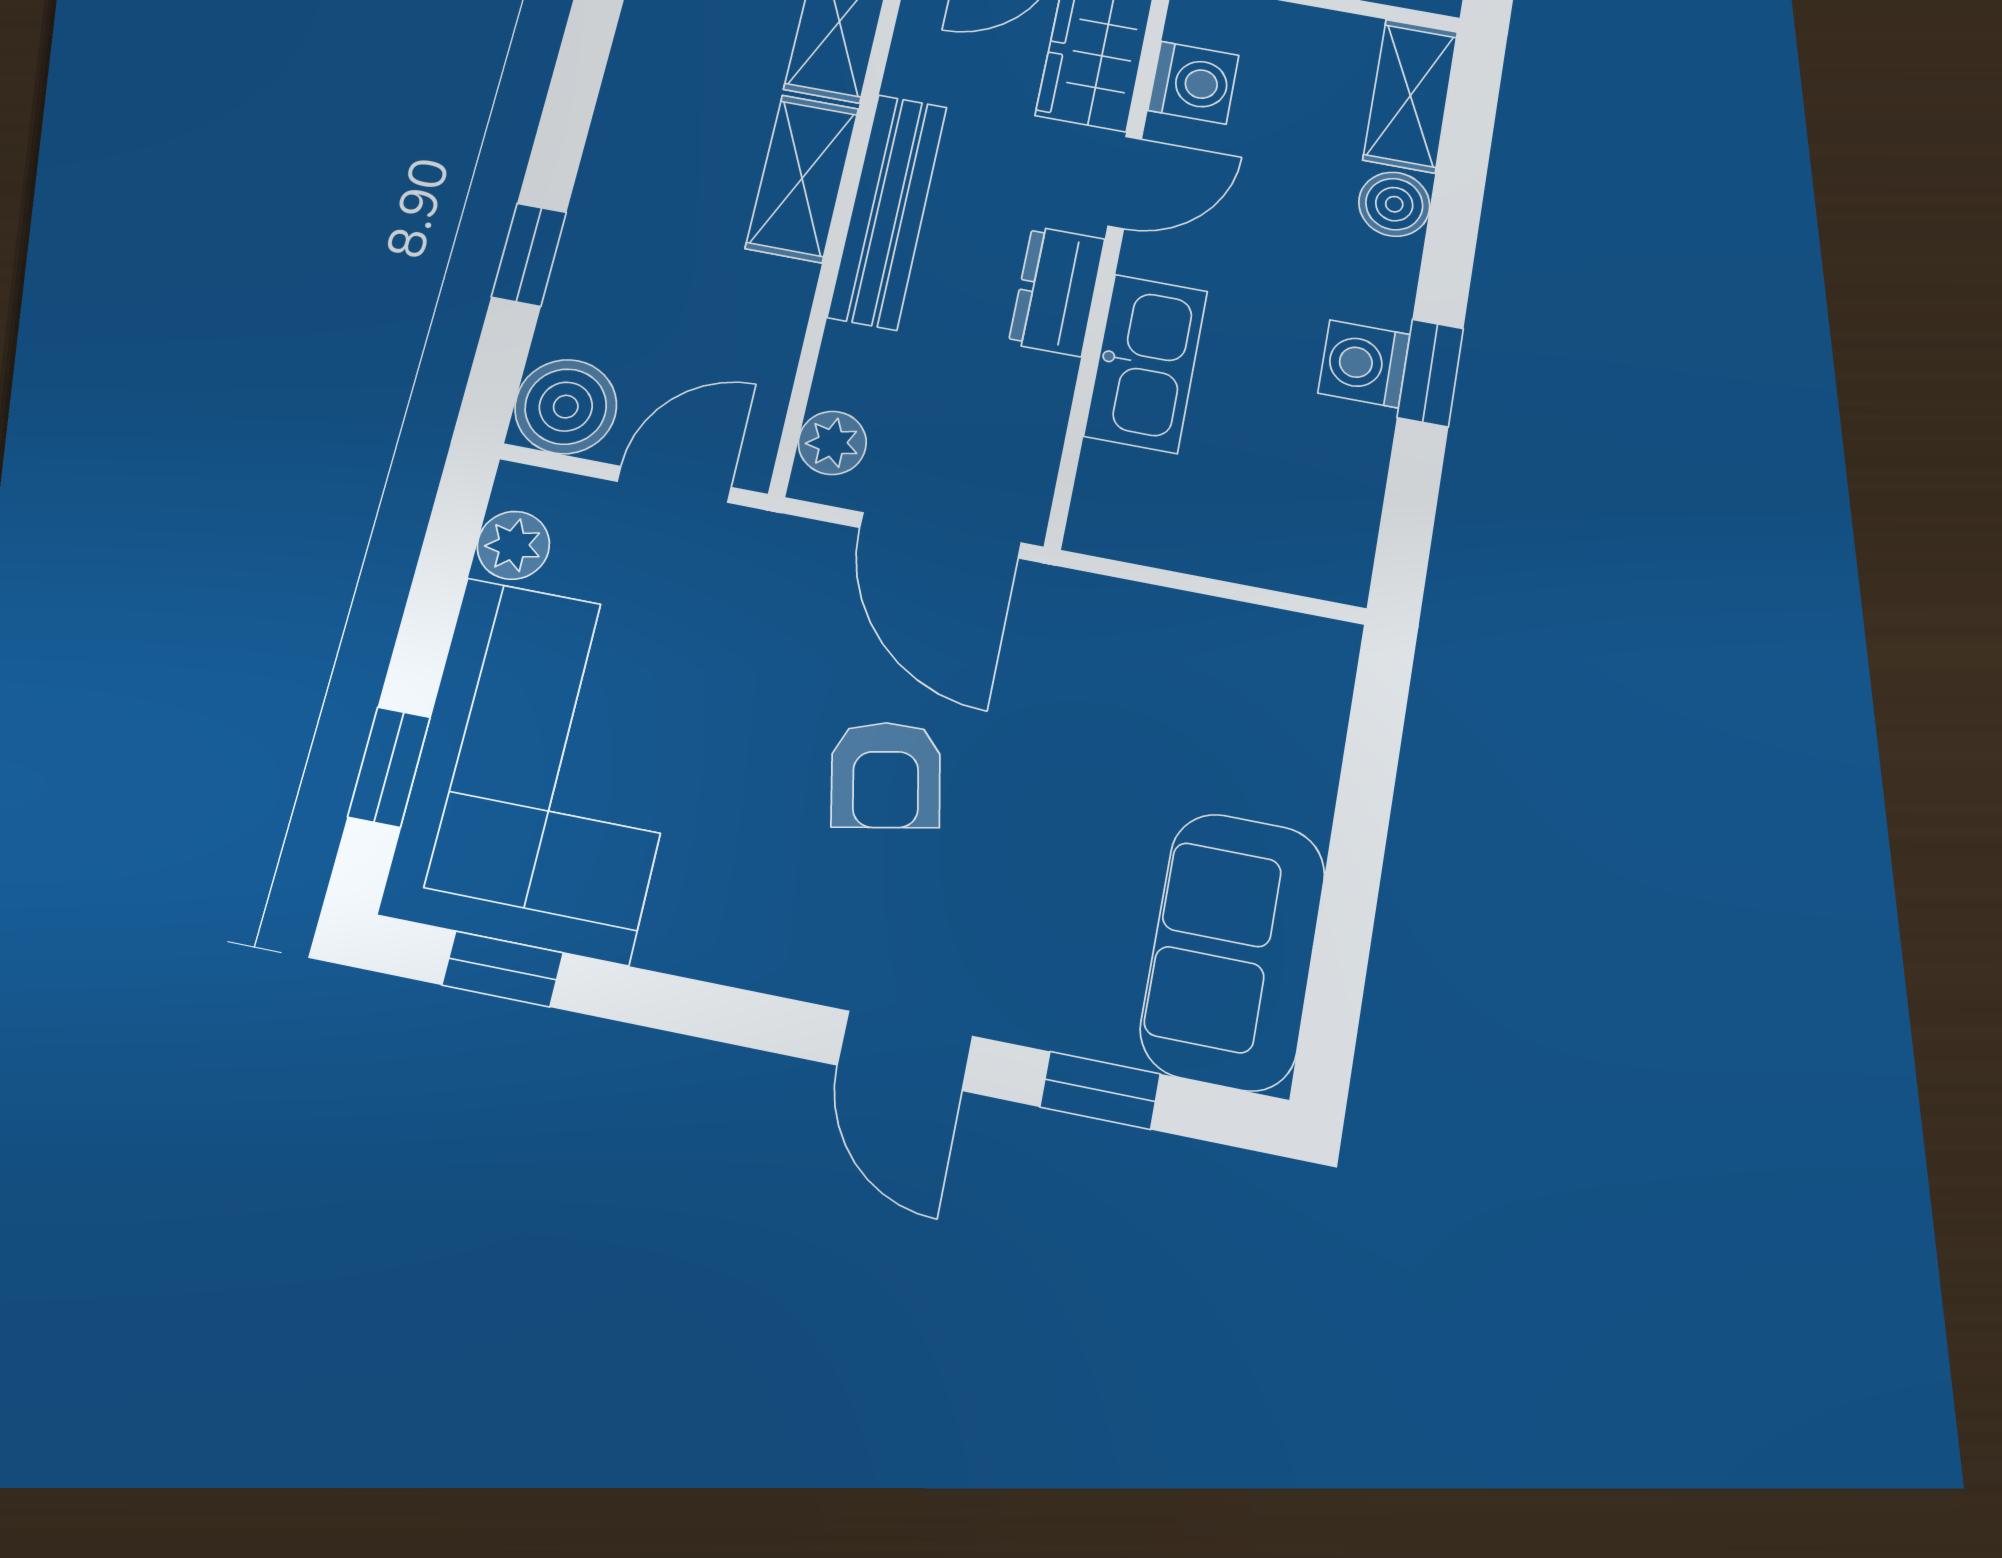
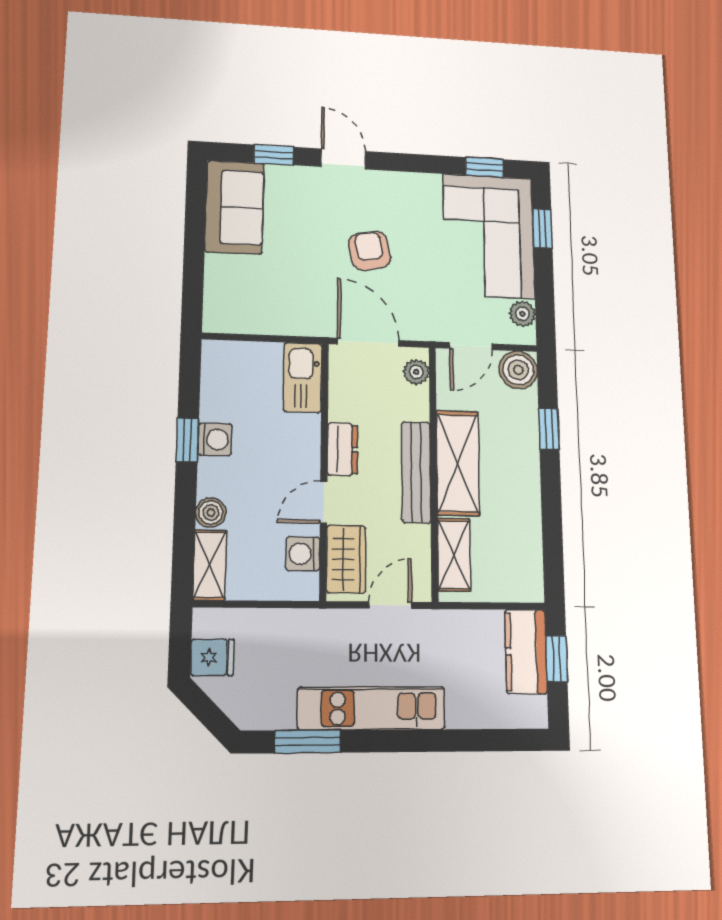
shelving: (802, 178) -> (458, 463), width x1.50, depth x1.33
kitchen sink: (1146, 363) -> (303, 377), moved

